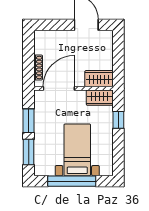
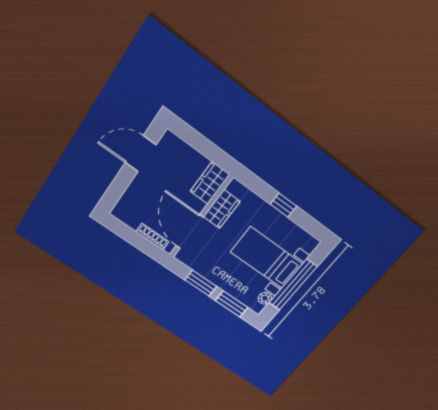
wardrobe: (100, 98) -> (222, 209), moved
window: (118, 120) -> (283, 205), moved
plant: (49, 170) -> (265, 298), added

